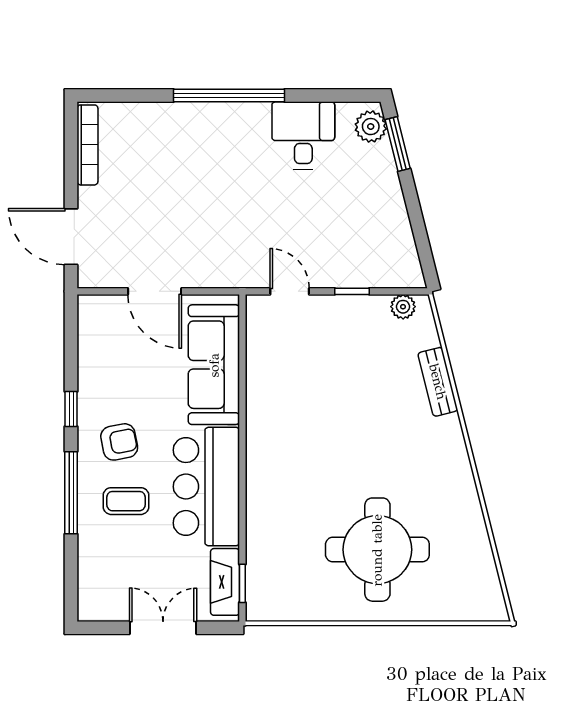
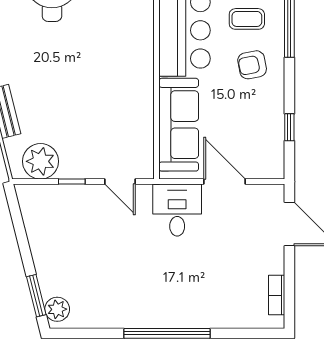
desk: (303, 135) -> (177, 210), moved, turned 180
bookcase: (87, 145) -> (277, 295), width x0.64
plant: (403, 307) -> (40, 161), width x1.88, depth x1.88
window: (71, 409) -> (289, 127), moved

